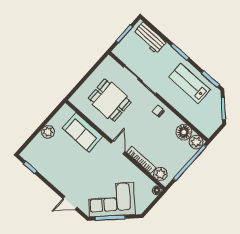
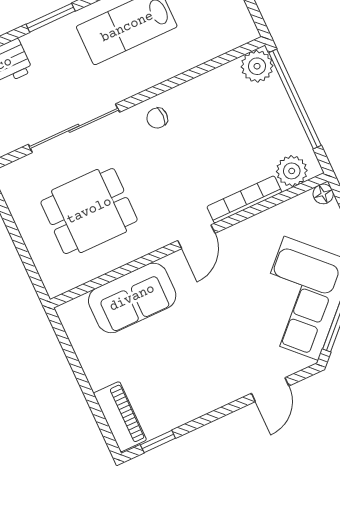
plant: (48, 132) -> (99, 371), removed
floor lamp: (184, 132) -> (225, 83), removed
door: (118, 147) -> (196, 237), swing flipped
piano: (33, 148) -> (120, 417), added

